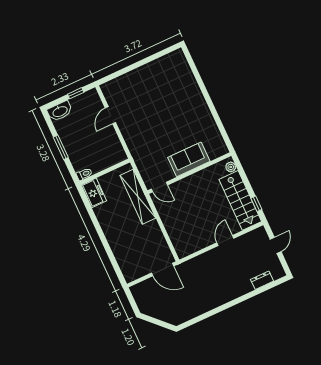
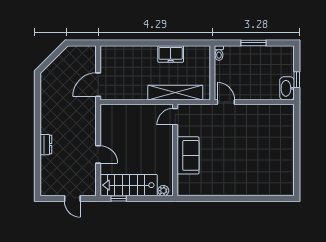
washbasin: (60, 111) -> (287, 88), moved
door: (110, 115) -> (226, 102), moved
freezer: (94, 193) -> (171, 54), moved
dresser: (262, 280) -> (46, 145), moved

